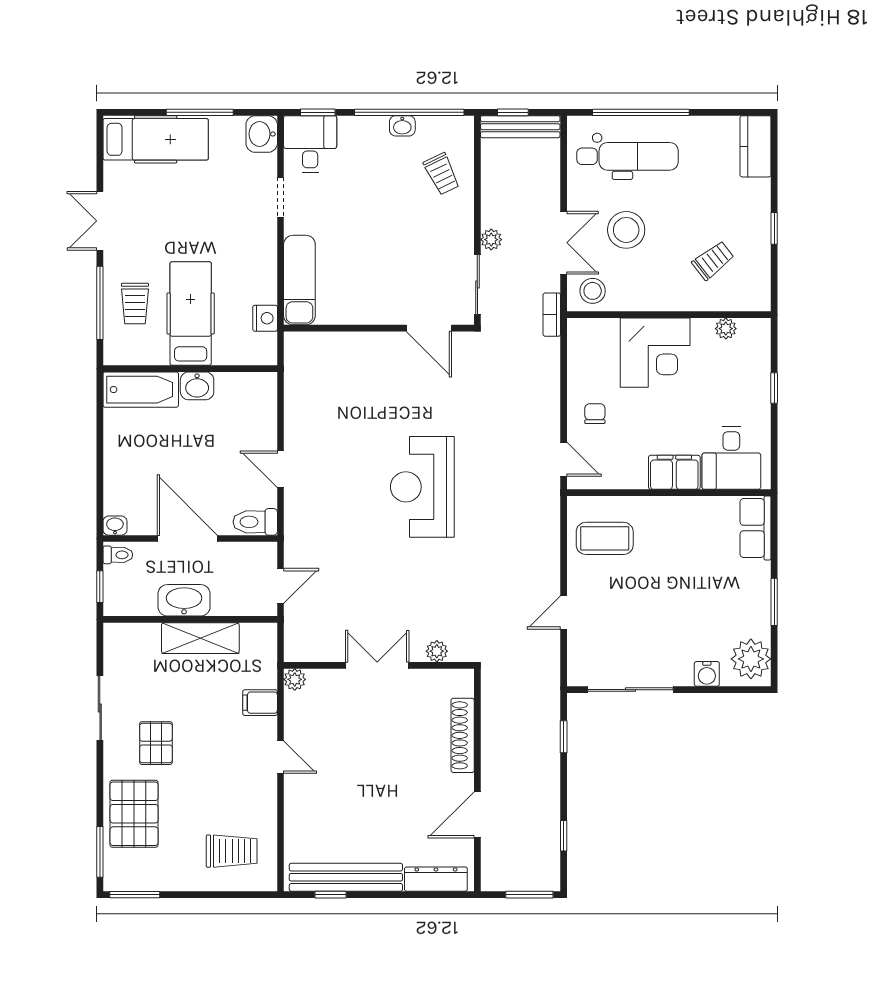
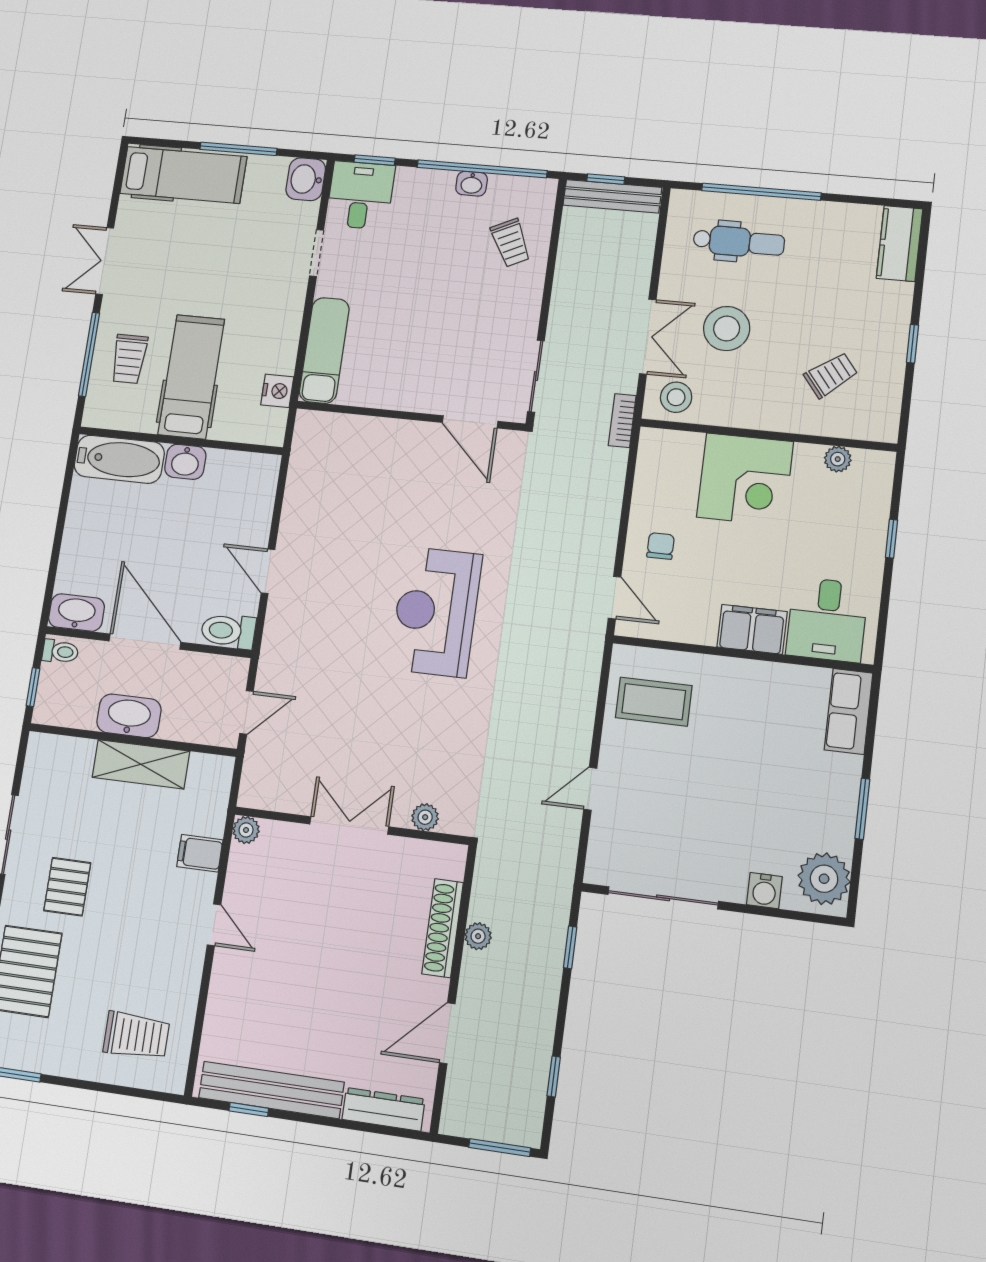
dental chair: (627, 156) -> (739, 242), width x0.73, depth x0.72
plant: (491, 240) -> (478, 936), moved
washbasin: (115, 526) -> (76, 613), width x1.91, depth x1.45

